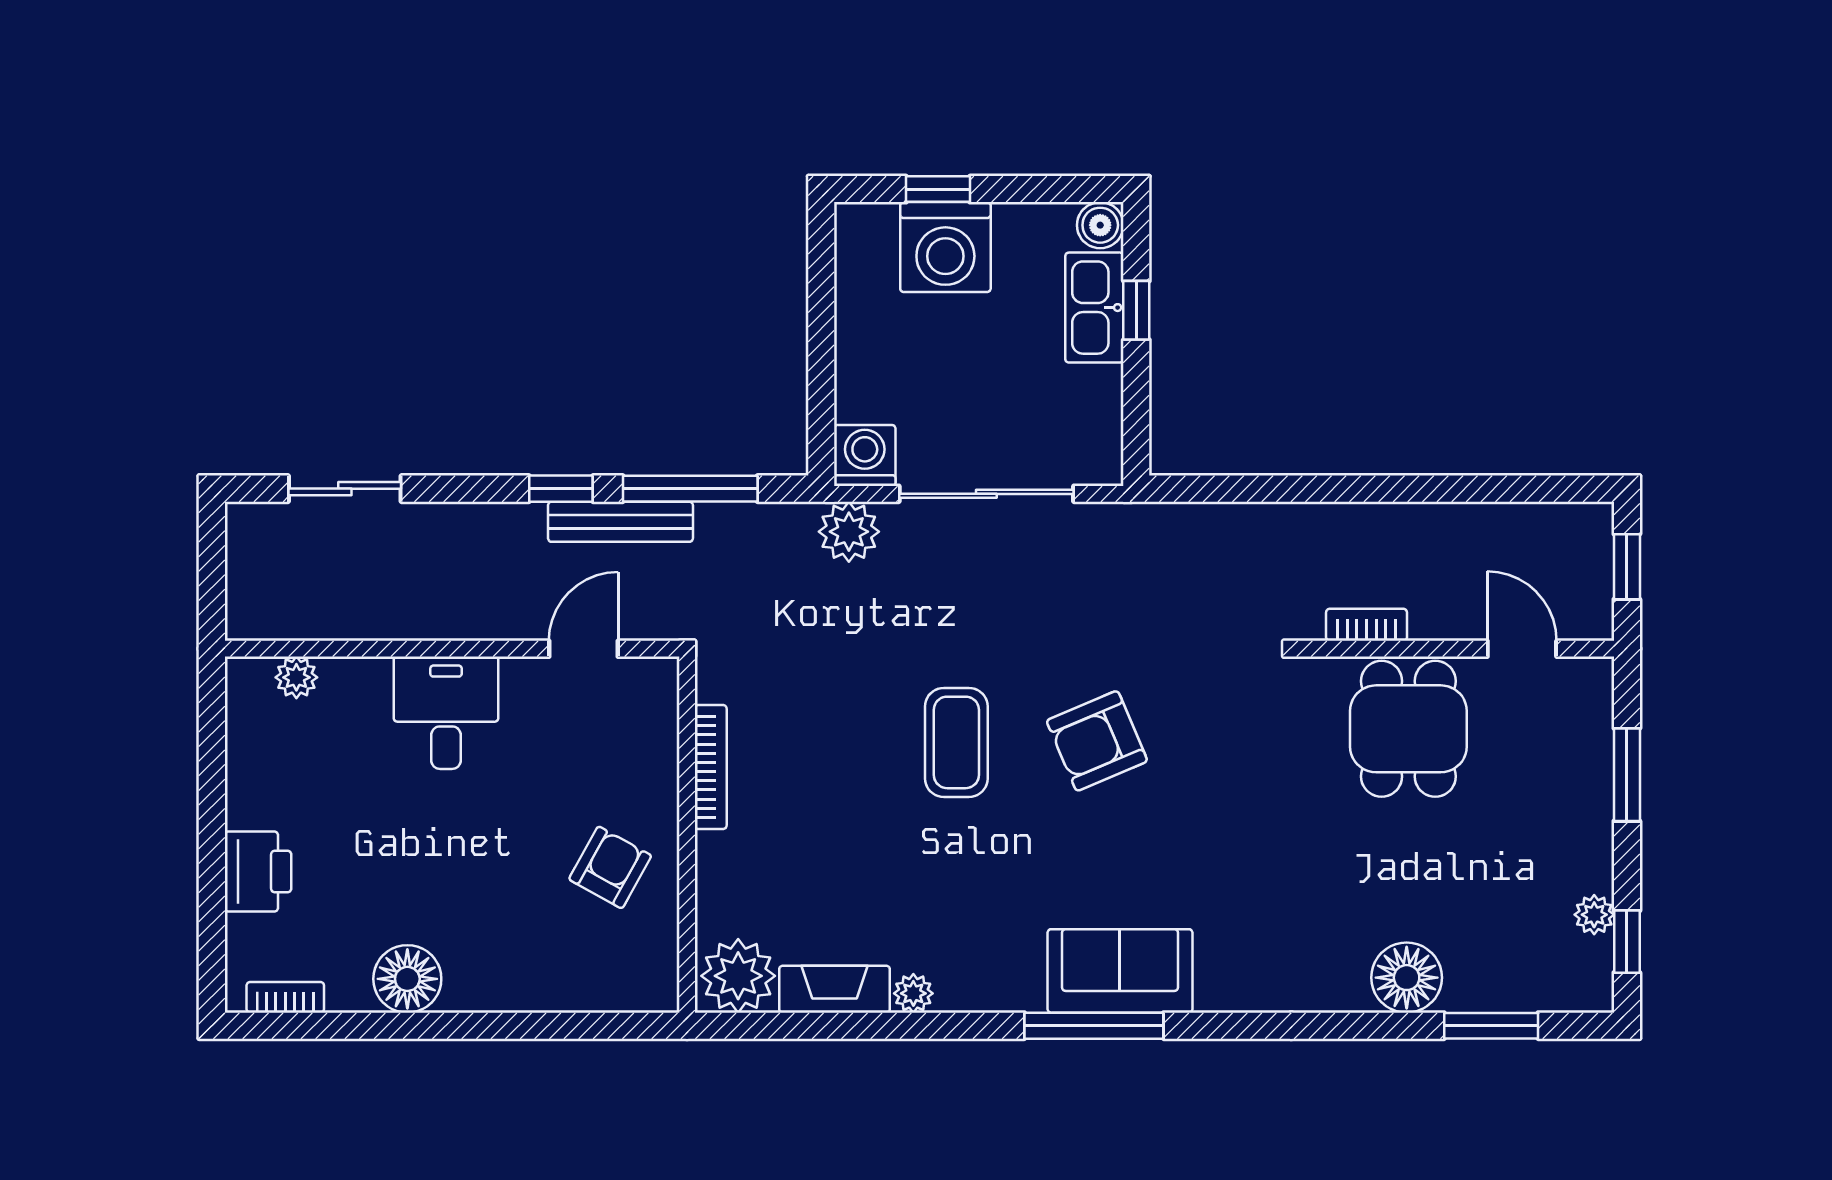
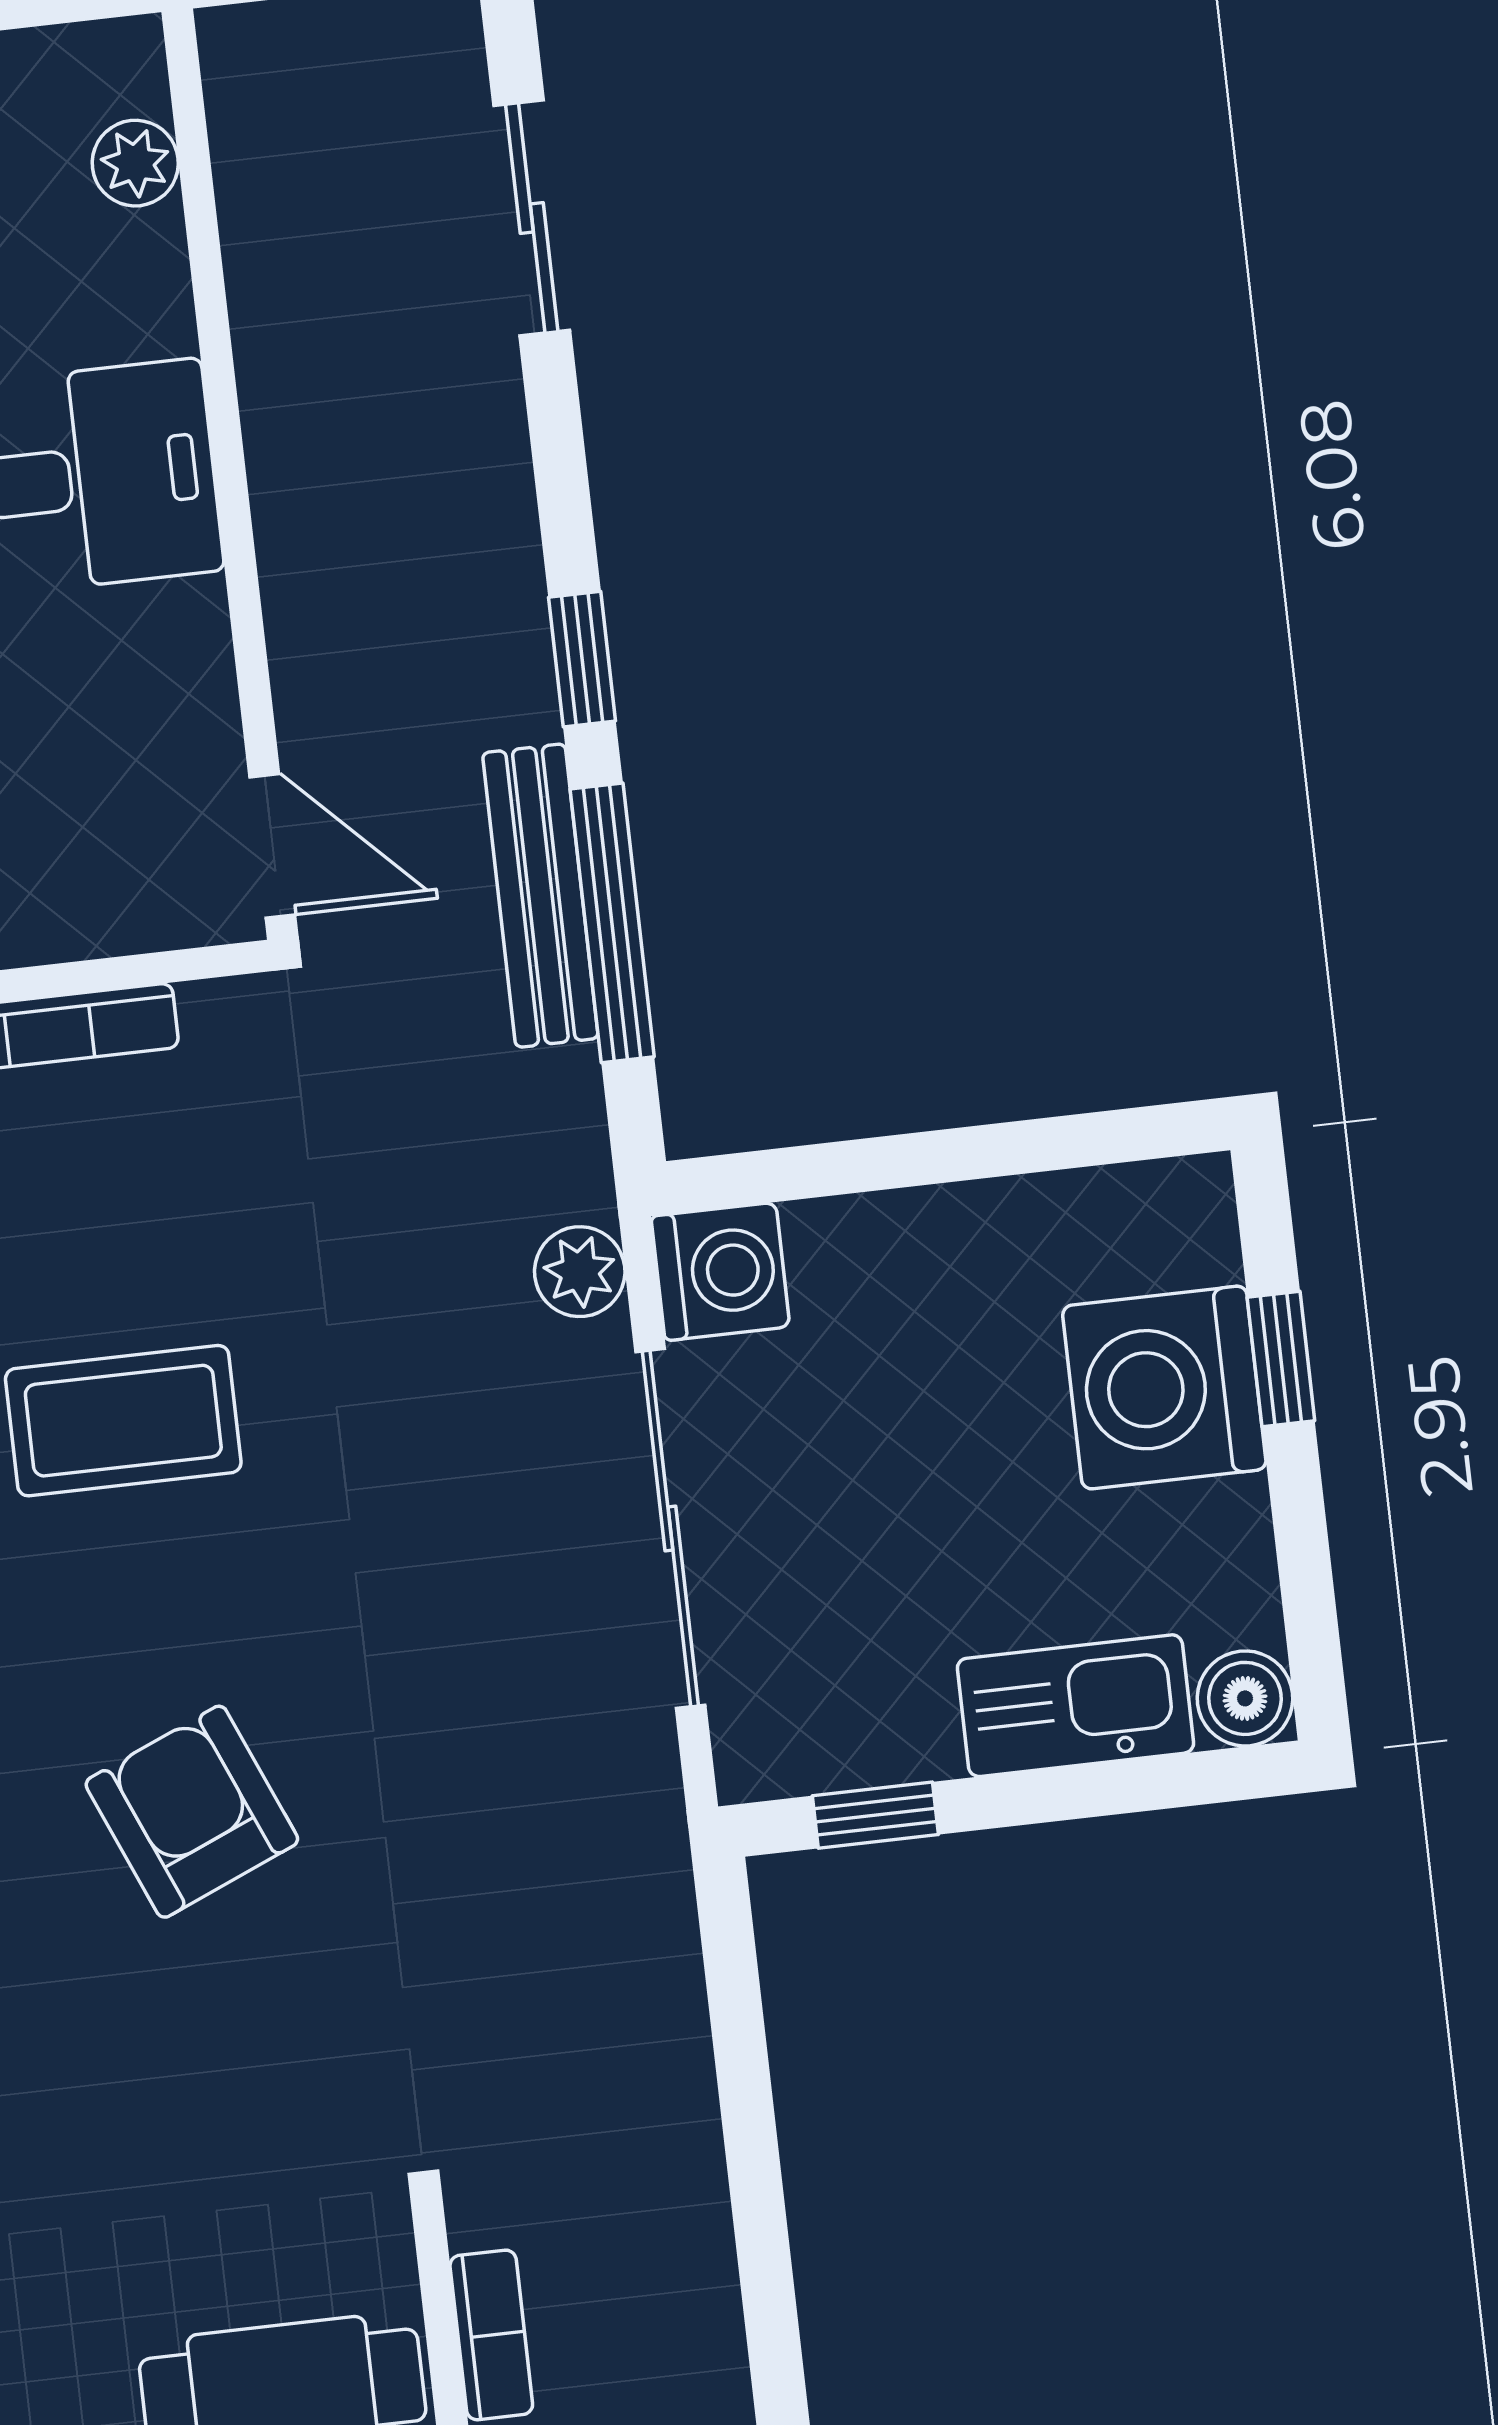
window: (1136, 310) -> (875, 1815), moved
bench: (620, 522) -> (540, 896), moved
plant: (849, 532) -> (580, 1272), width x0.73, depth x0.73
door: (583, 649) -> (272, 846), moved
coffee table: (956, 742) -> (123, 1421), moved

